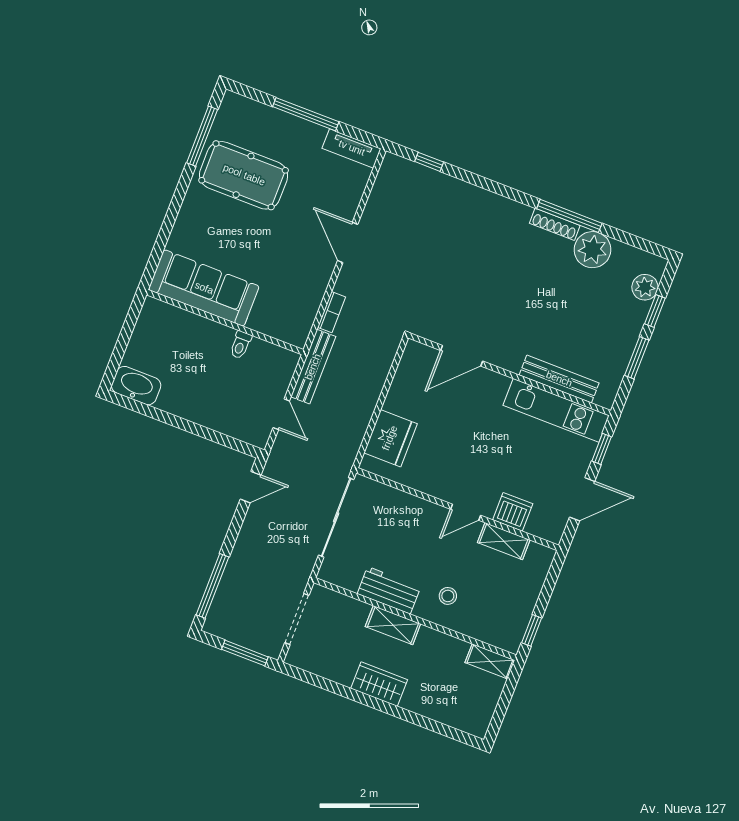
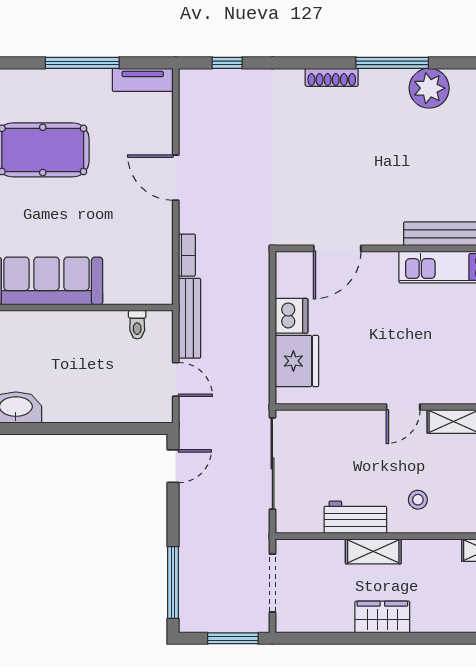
shoe rack: (555, 224) -> (332, 77), moved
toilet: (241, 345) -> (137, 325), moved
dishwasher: (513, 512) -> (291, 316), moved, turned 90

